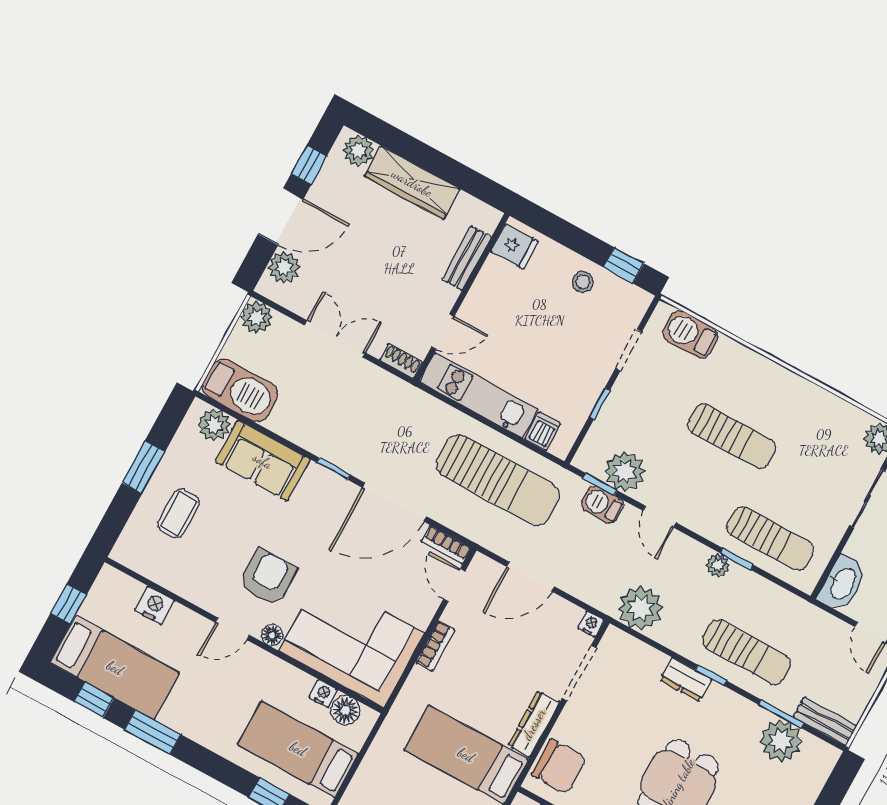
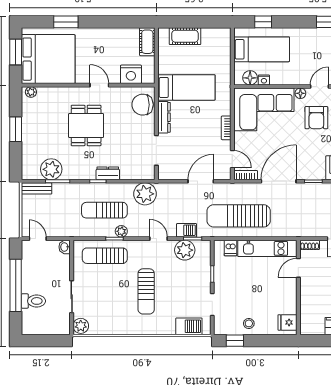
bench: (467, 258) -> (306, 306), removed
sun lounger: (732, 436) -> (146, 291), turned -90
washbasin: (842, 583) -> (65, 247), width x0.52, depth x0.69
nightstand: (591, 624) -> (163, 175), removed
sun lounger: (746, 652) -> (104, 210), moved

